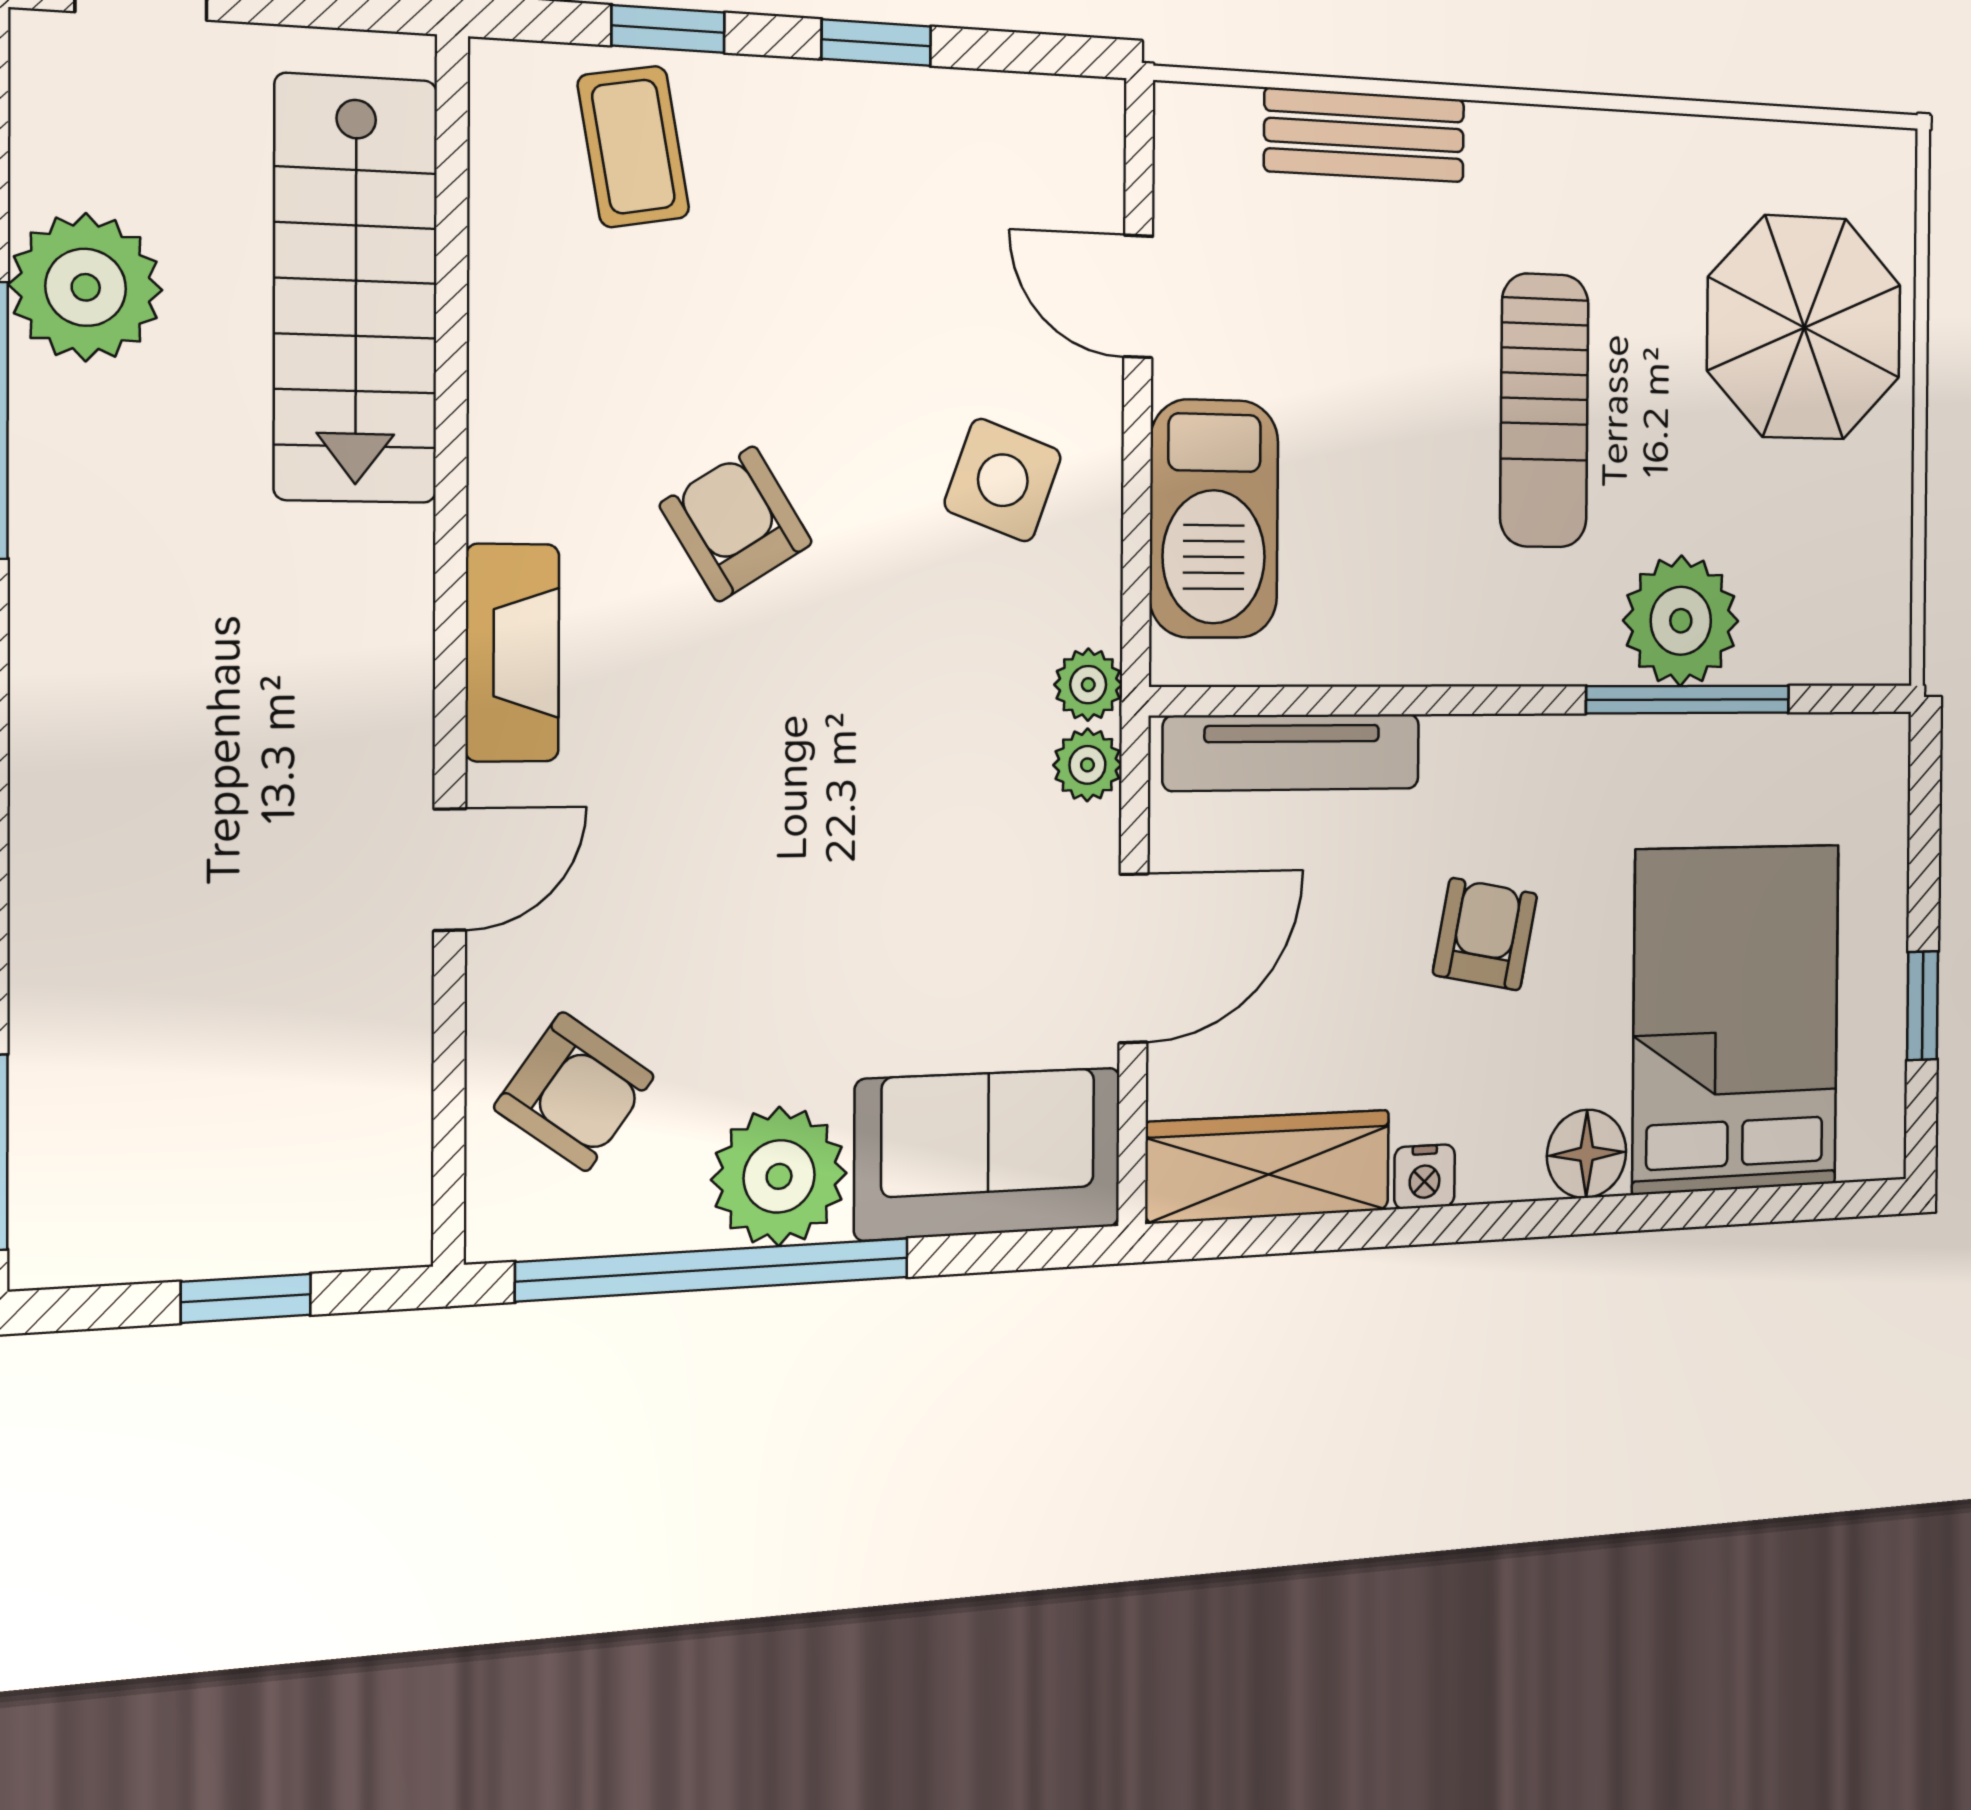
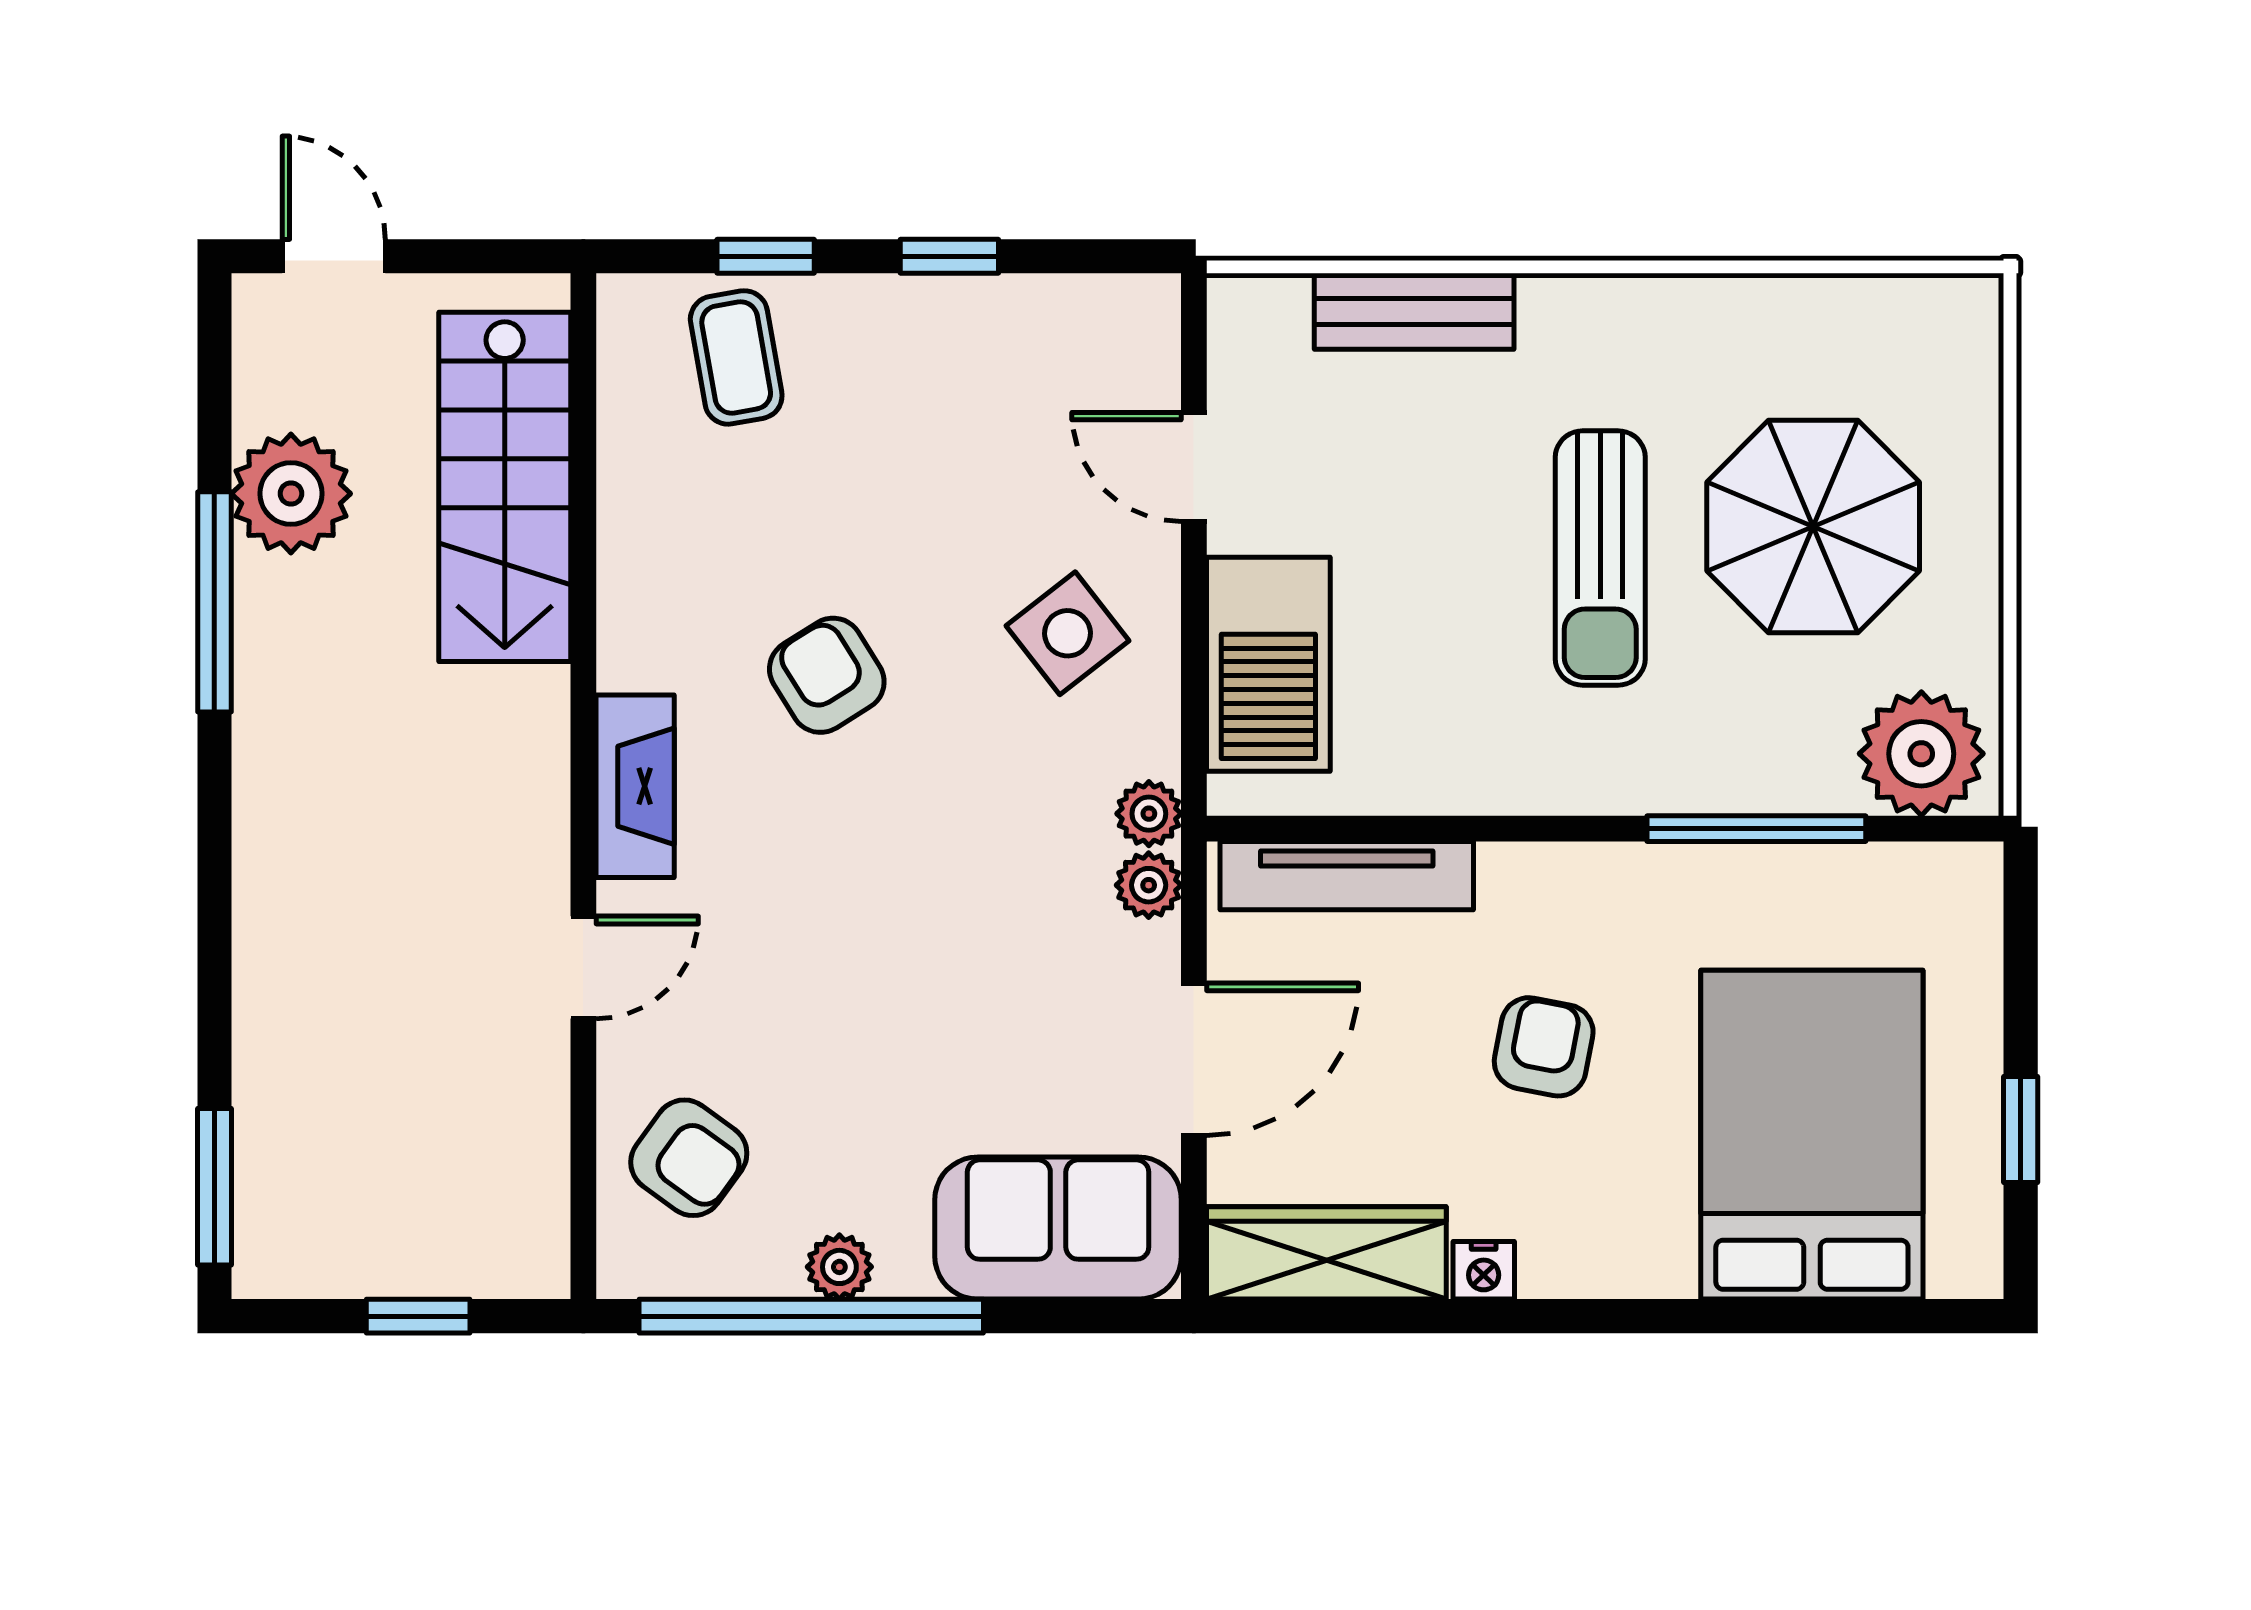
parasol: (1804, 328) -> (1813, 527), moved
side table: (1003, 480) -> (1067, 633), turned 32
plant: (1681, 621) -> (1921, 754), moved
floor lamp: (1587, 1154) -> (1652, 1257), removed
plant: (779, 1176) -> (839, 1267), width x0.53, depth x0.53

